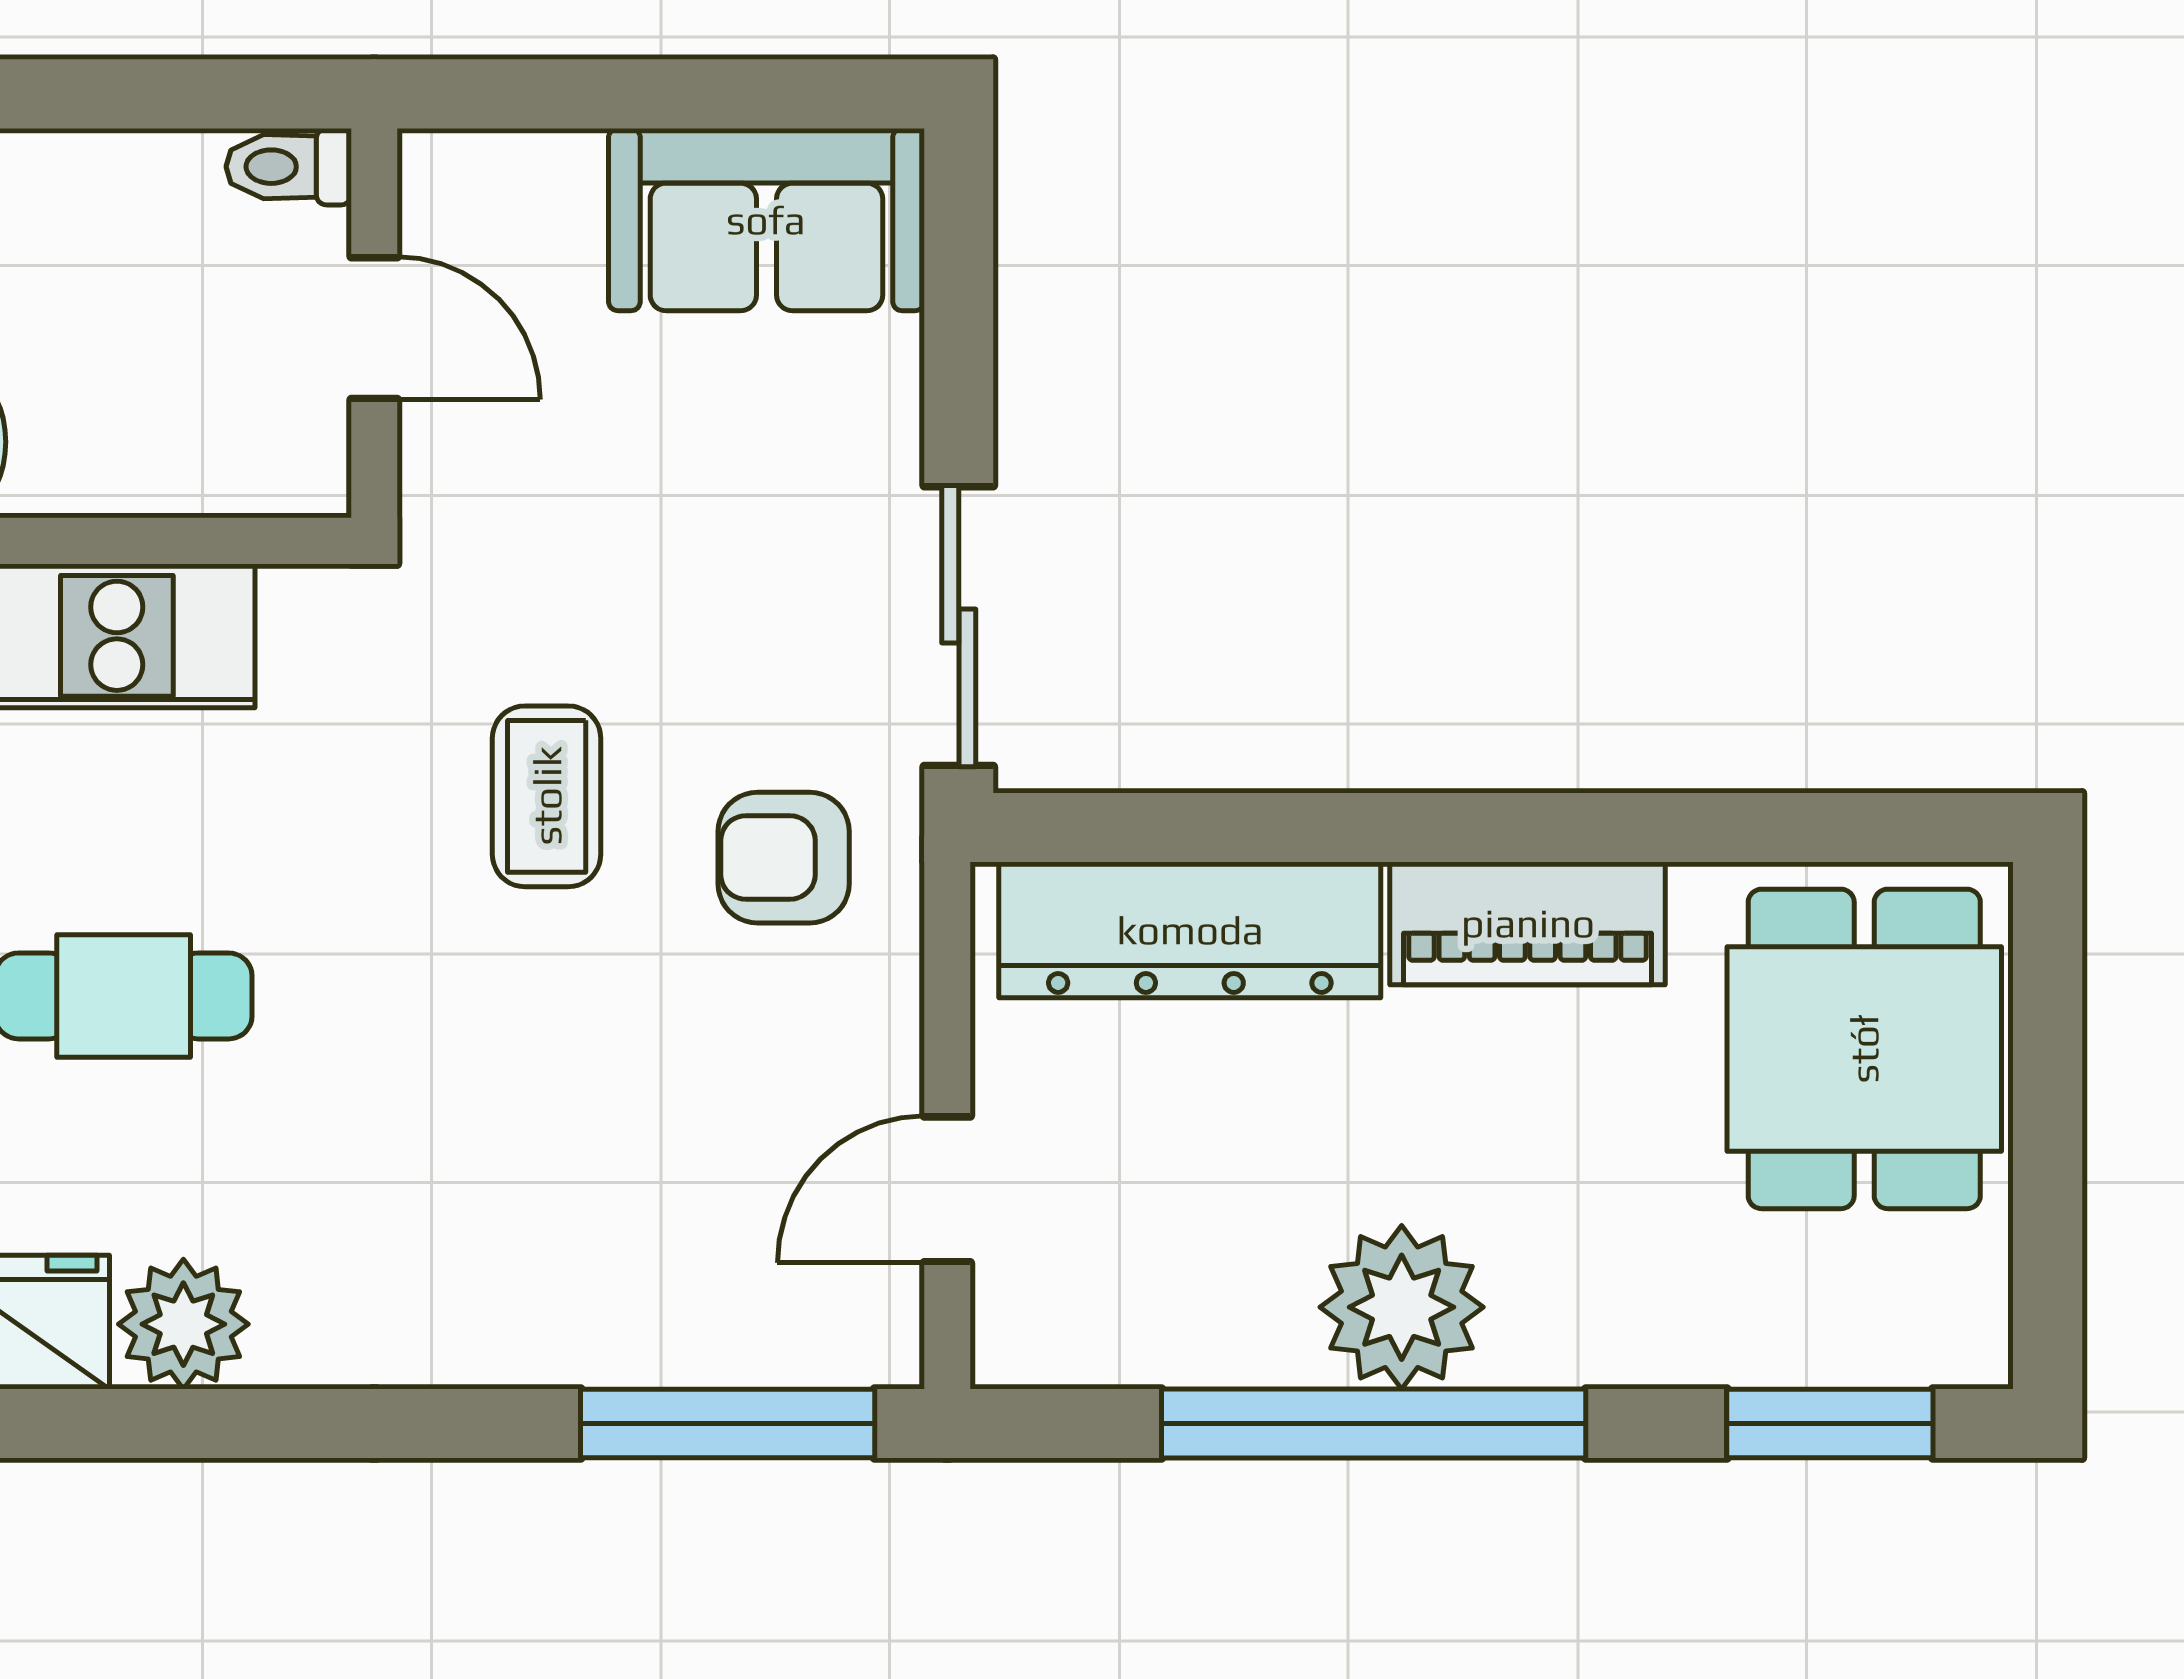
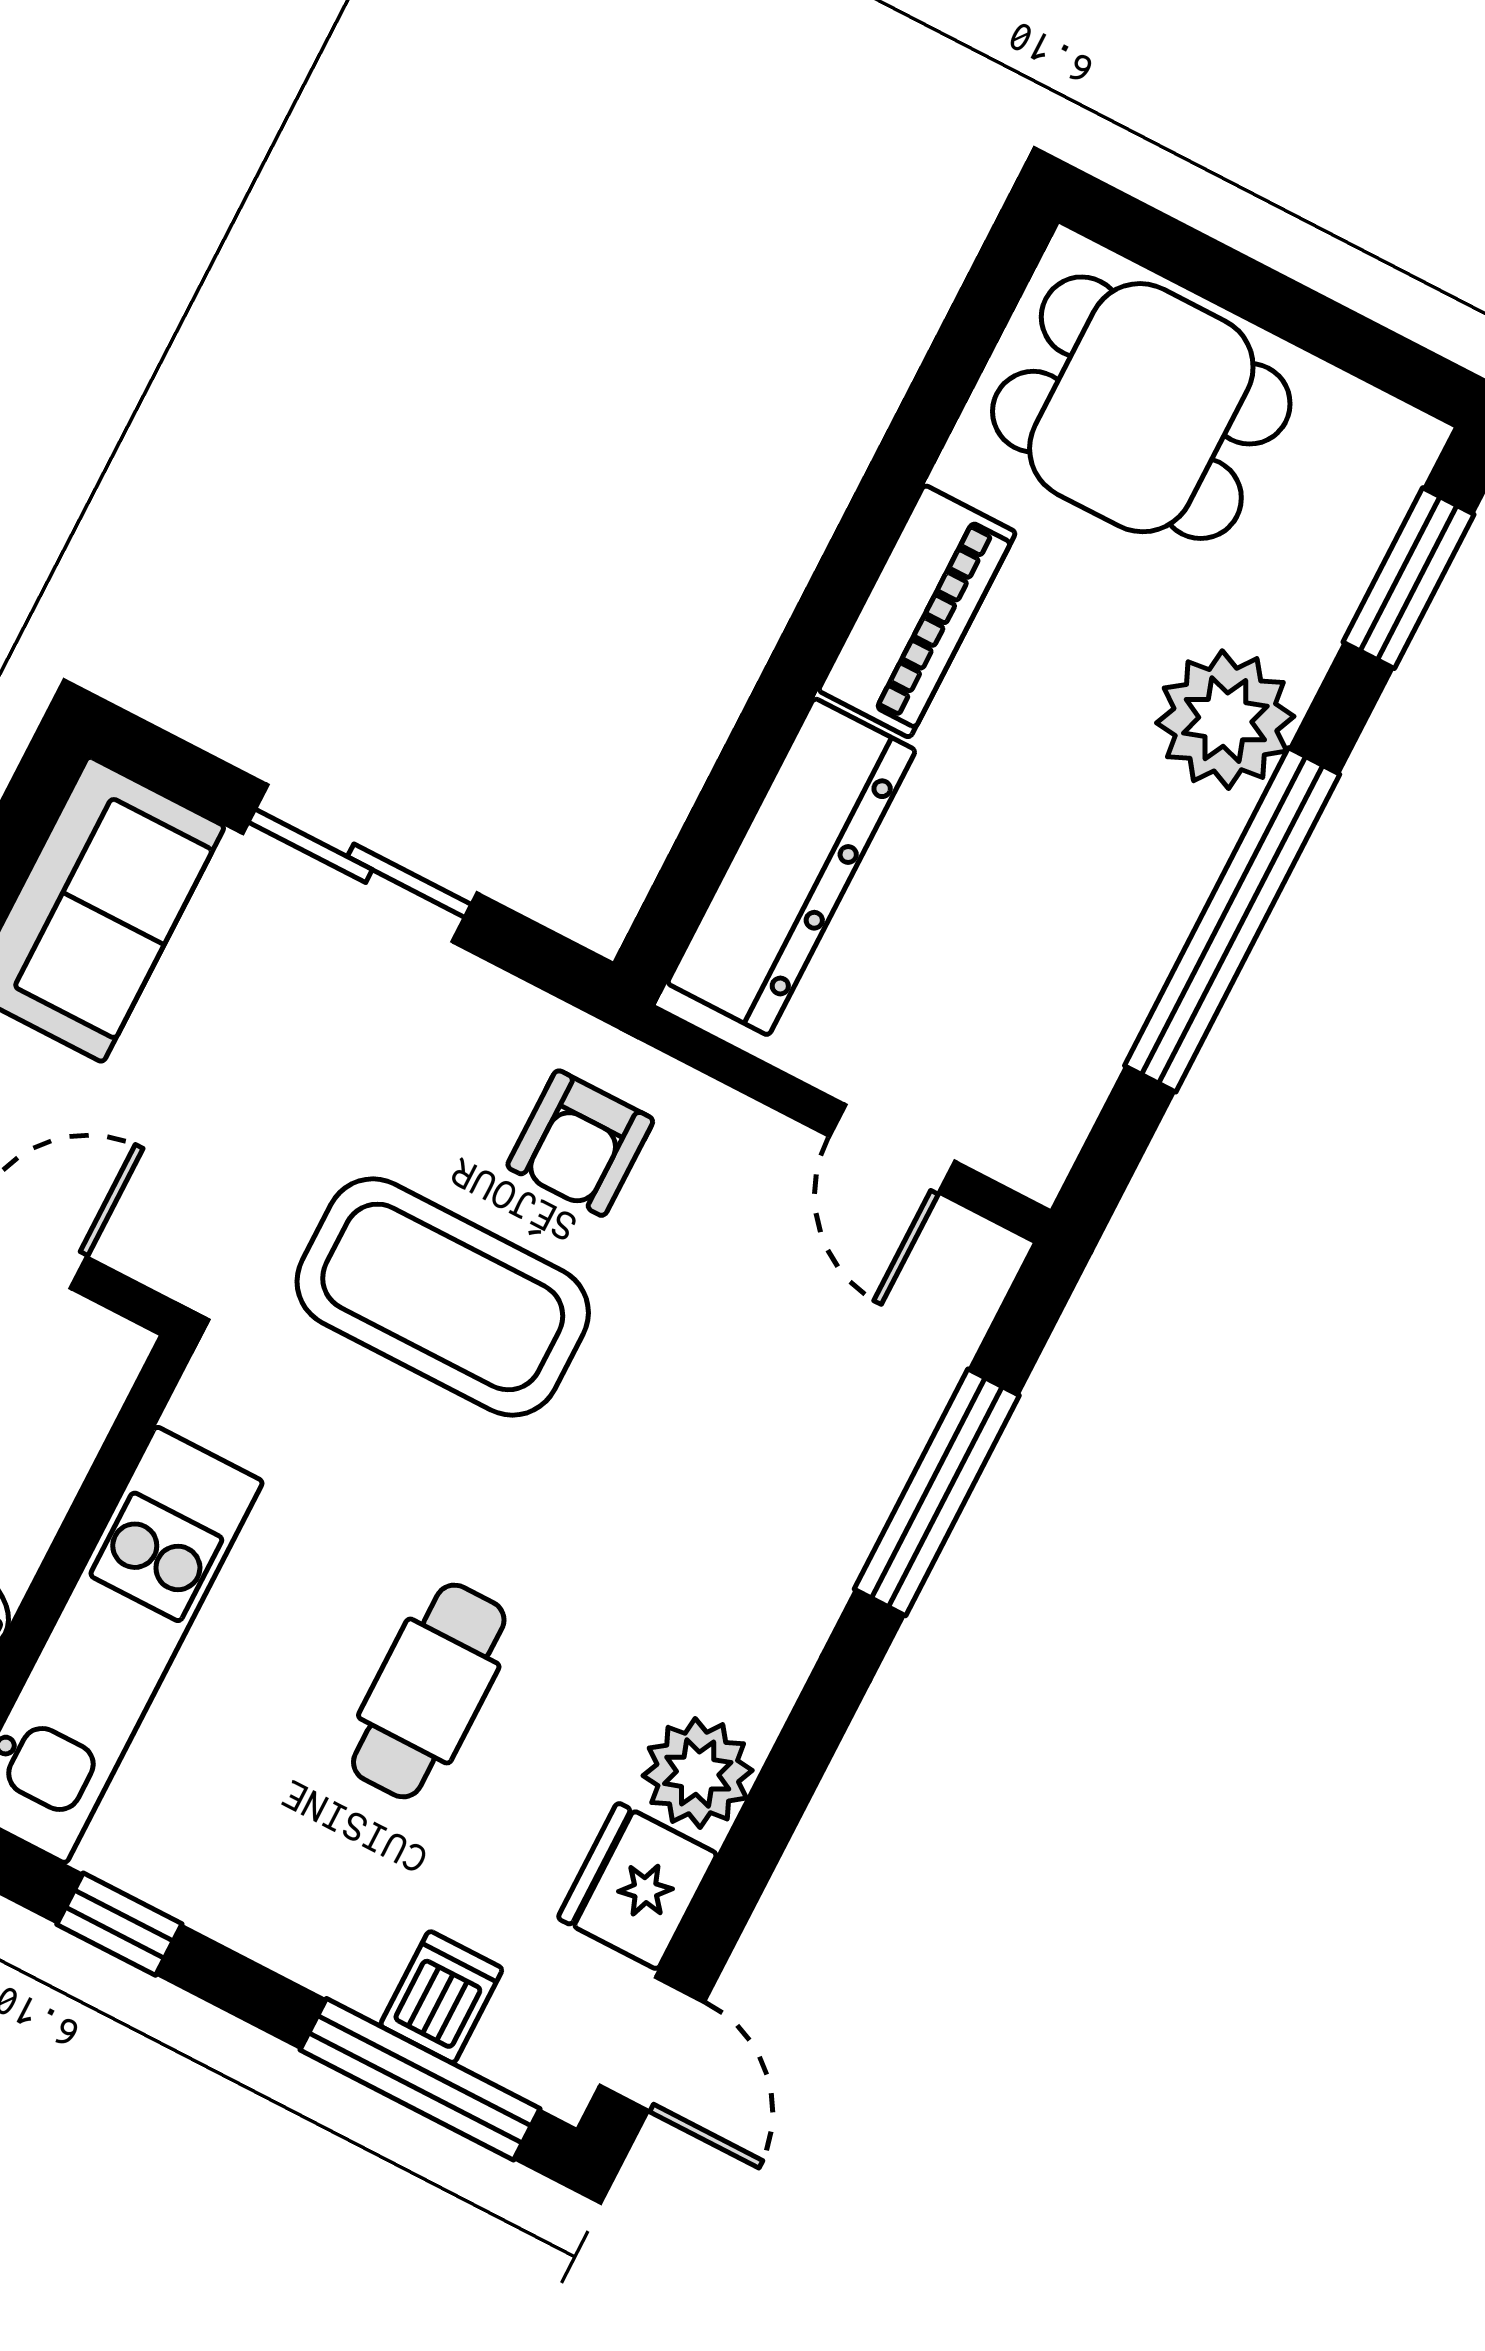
sliding door: (959, 626) -> (360, 863), moved
coffee table: (547, 796) -> (443, 1297), width x1.86, depth x1.72
plant: (1402, 1307) -> (1225, 720), moved
window: (728, 1423) -> (937, 1492), moved

